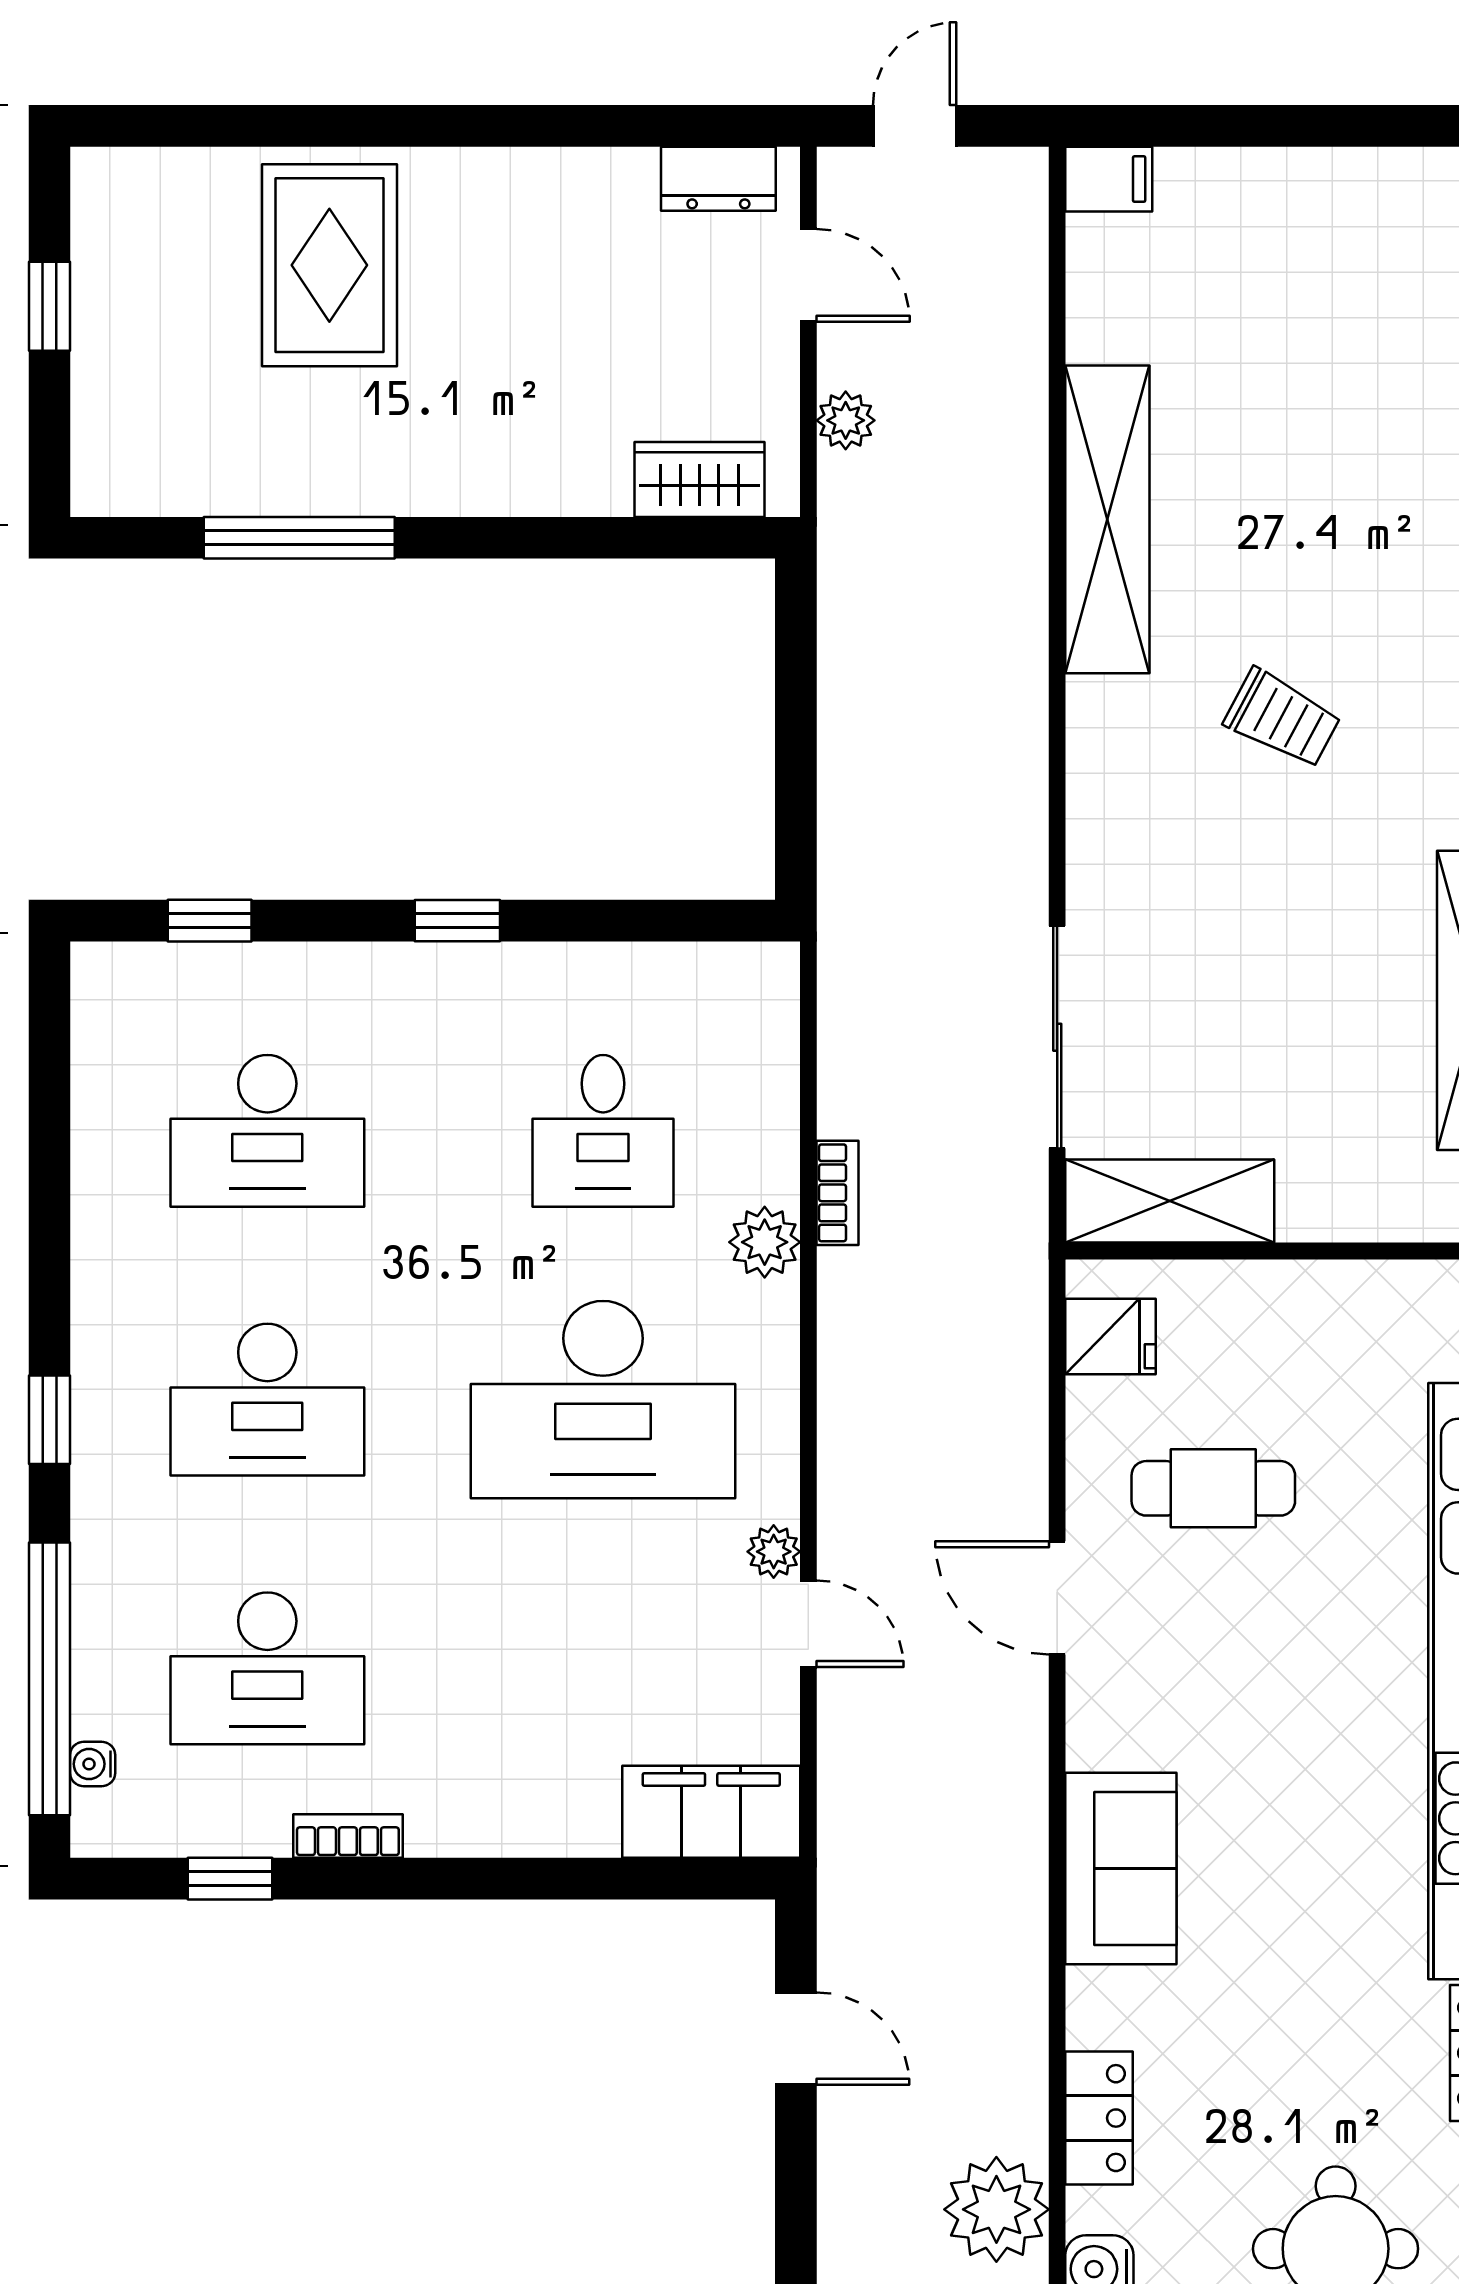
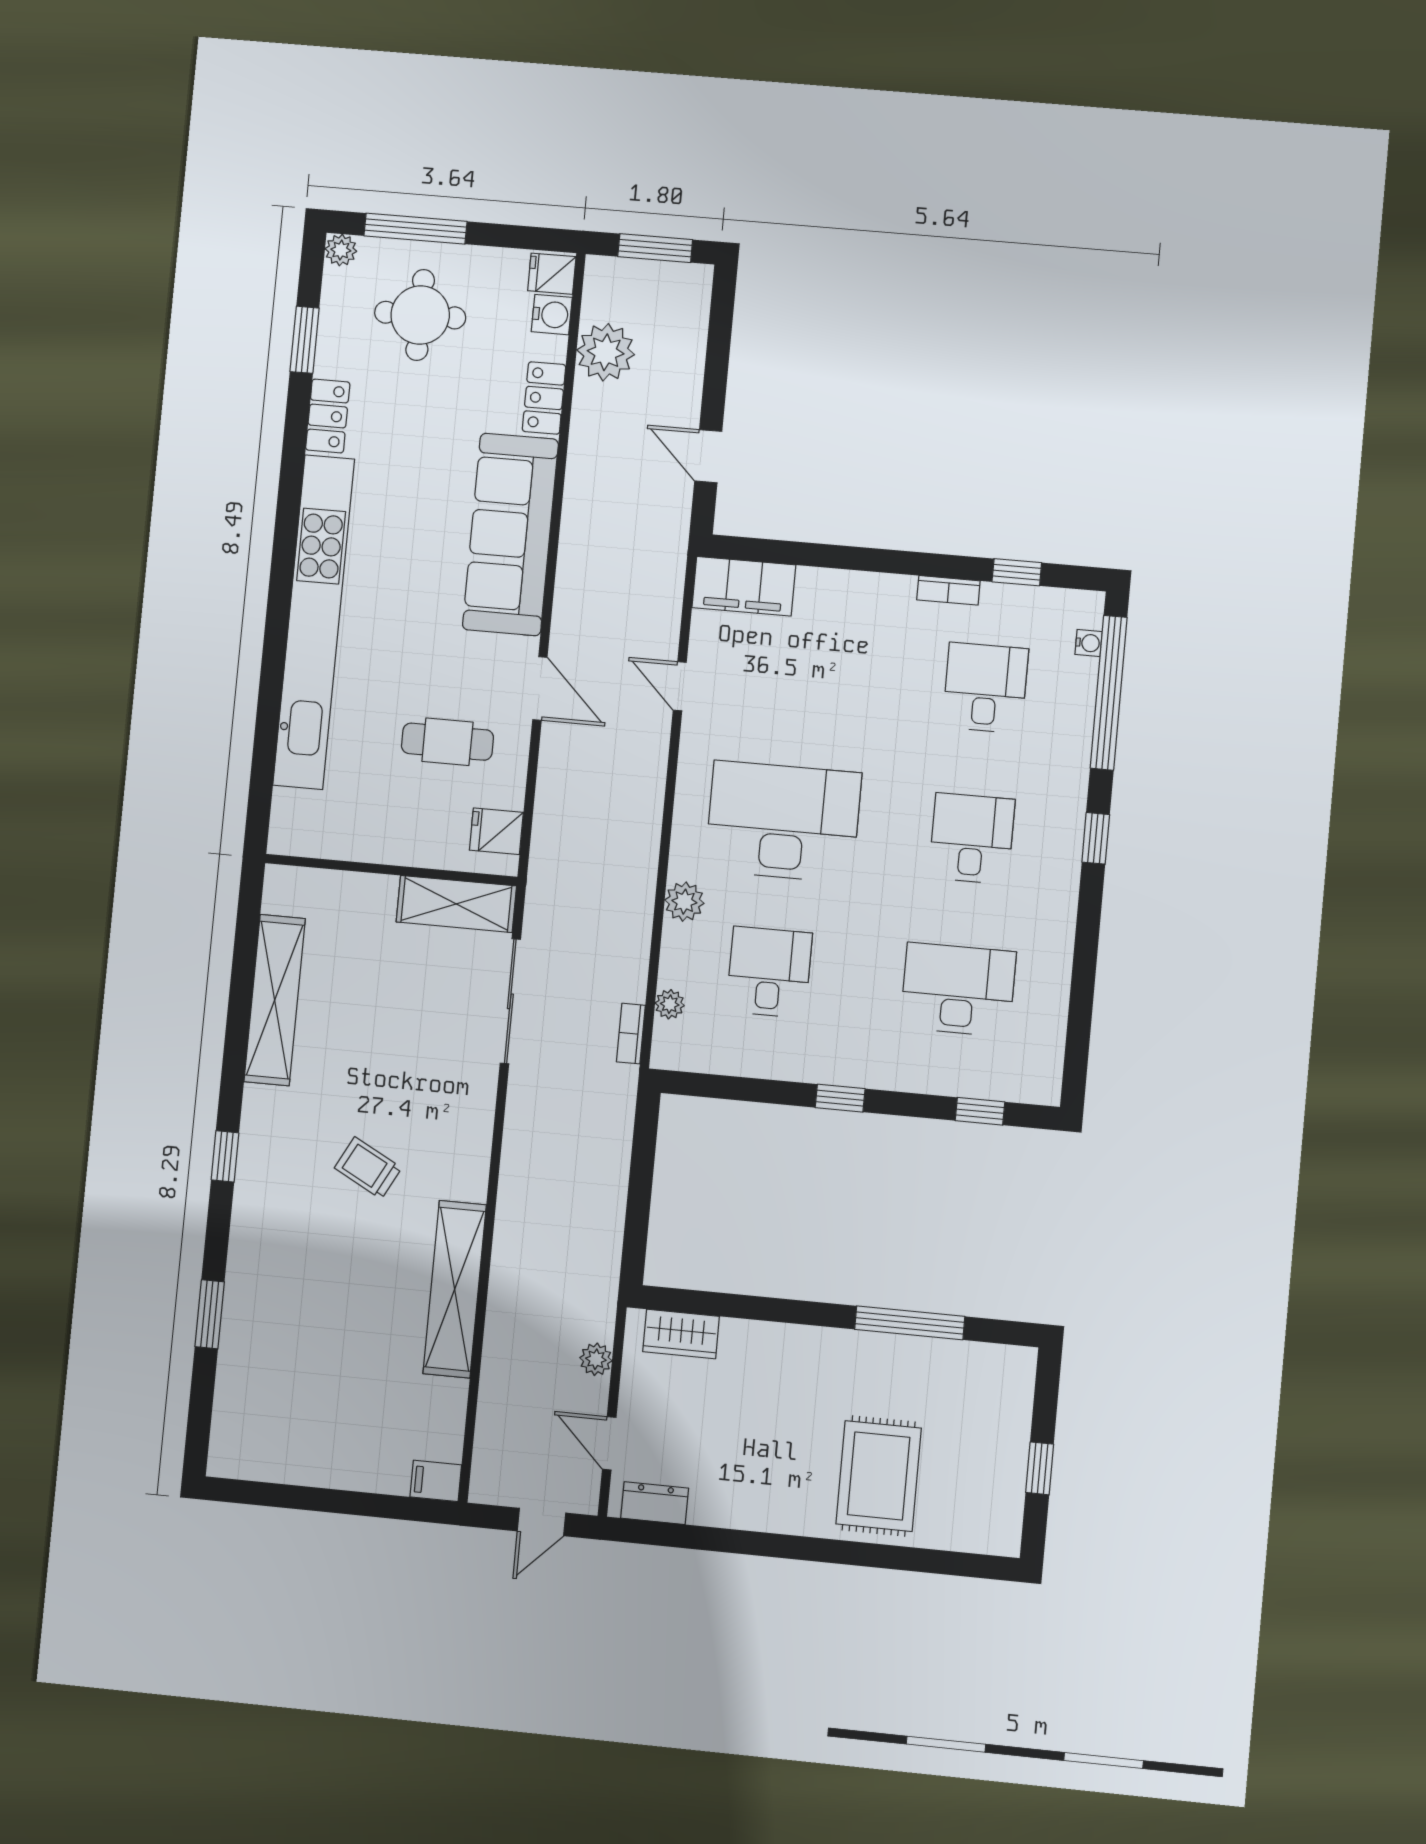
bookcase: (838, 1193) -> (631, 1034), moved
desk: (267, 1400) -> (972, 839), width x0.73
plant: (774, 1552) -> (670, 1004), moved
desk: (267, 1668) -> (985, 688), width x0.73
sofa: (1121, 1868) -> (510, 534), width x1.85, depth x1.27

